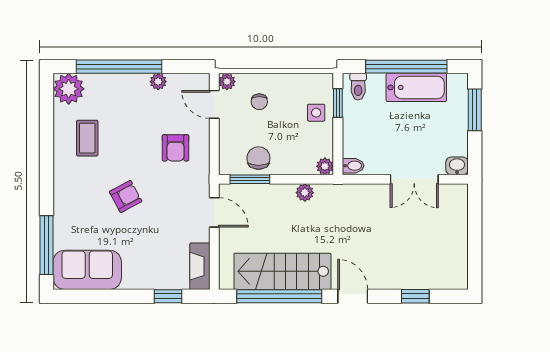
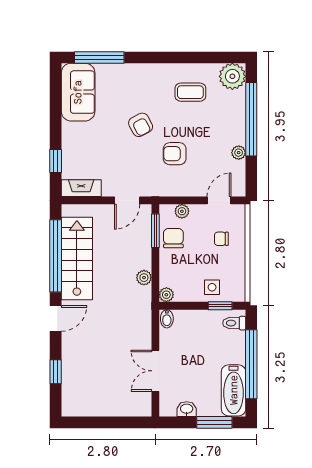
plant: (227, 82) -> (182, 211), moved
bathtub: (416, 87) -> (234, 390), moved
armchair: (175, 148) -> (175, 154), moved
chair: (258, 158) -> (173, 238), turned -90
washbasin: (457, 166) -> (187, 409), moved, turned -90

